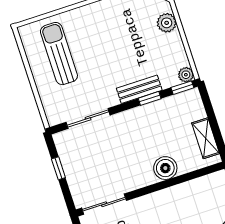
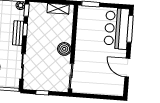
boiler: (165, 168) -> (64, 49), moved

